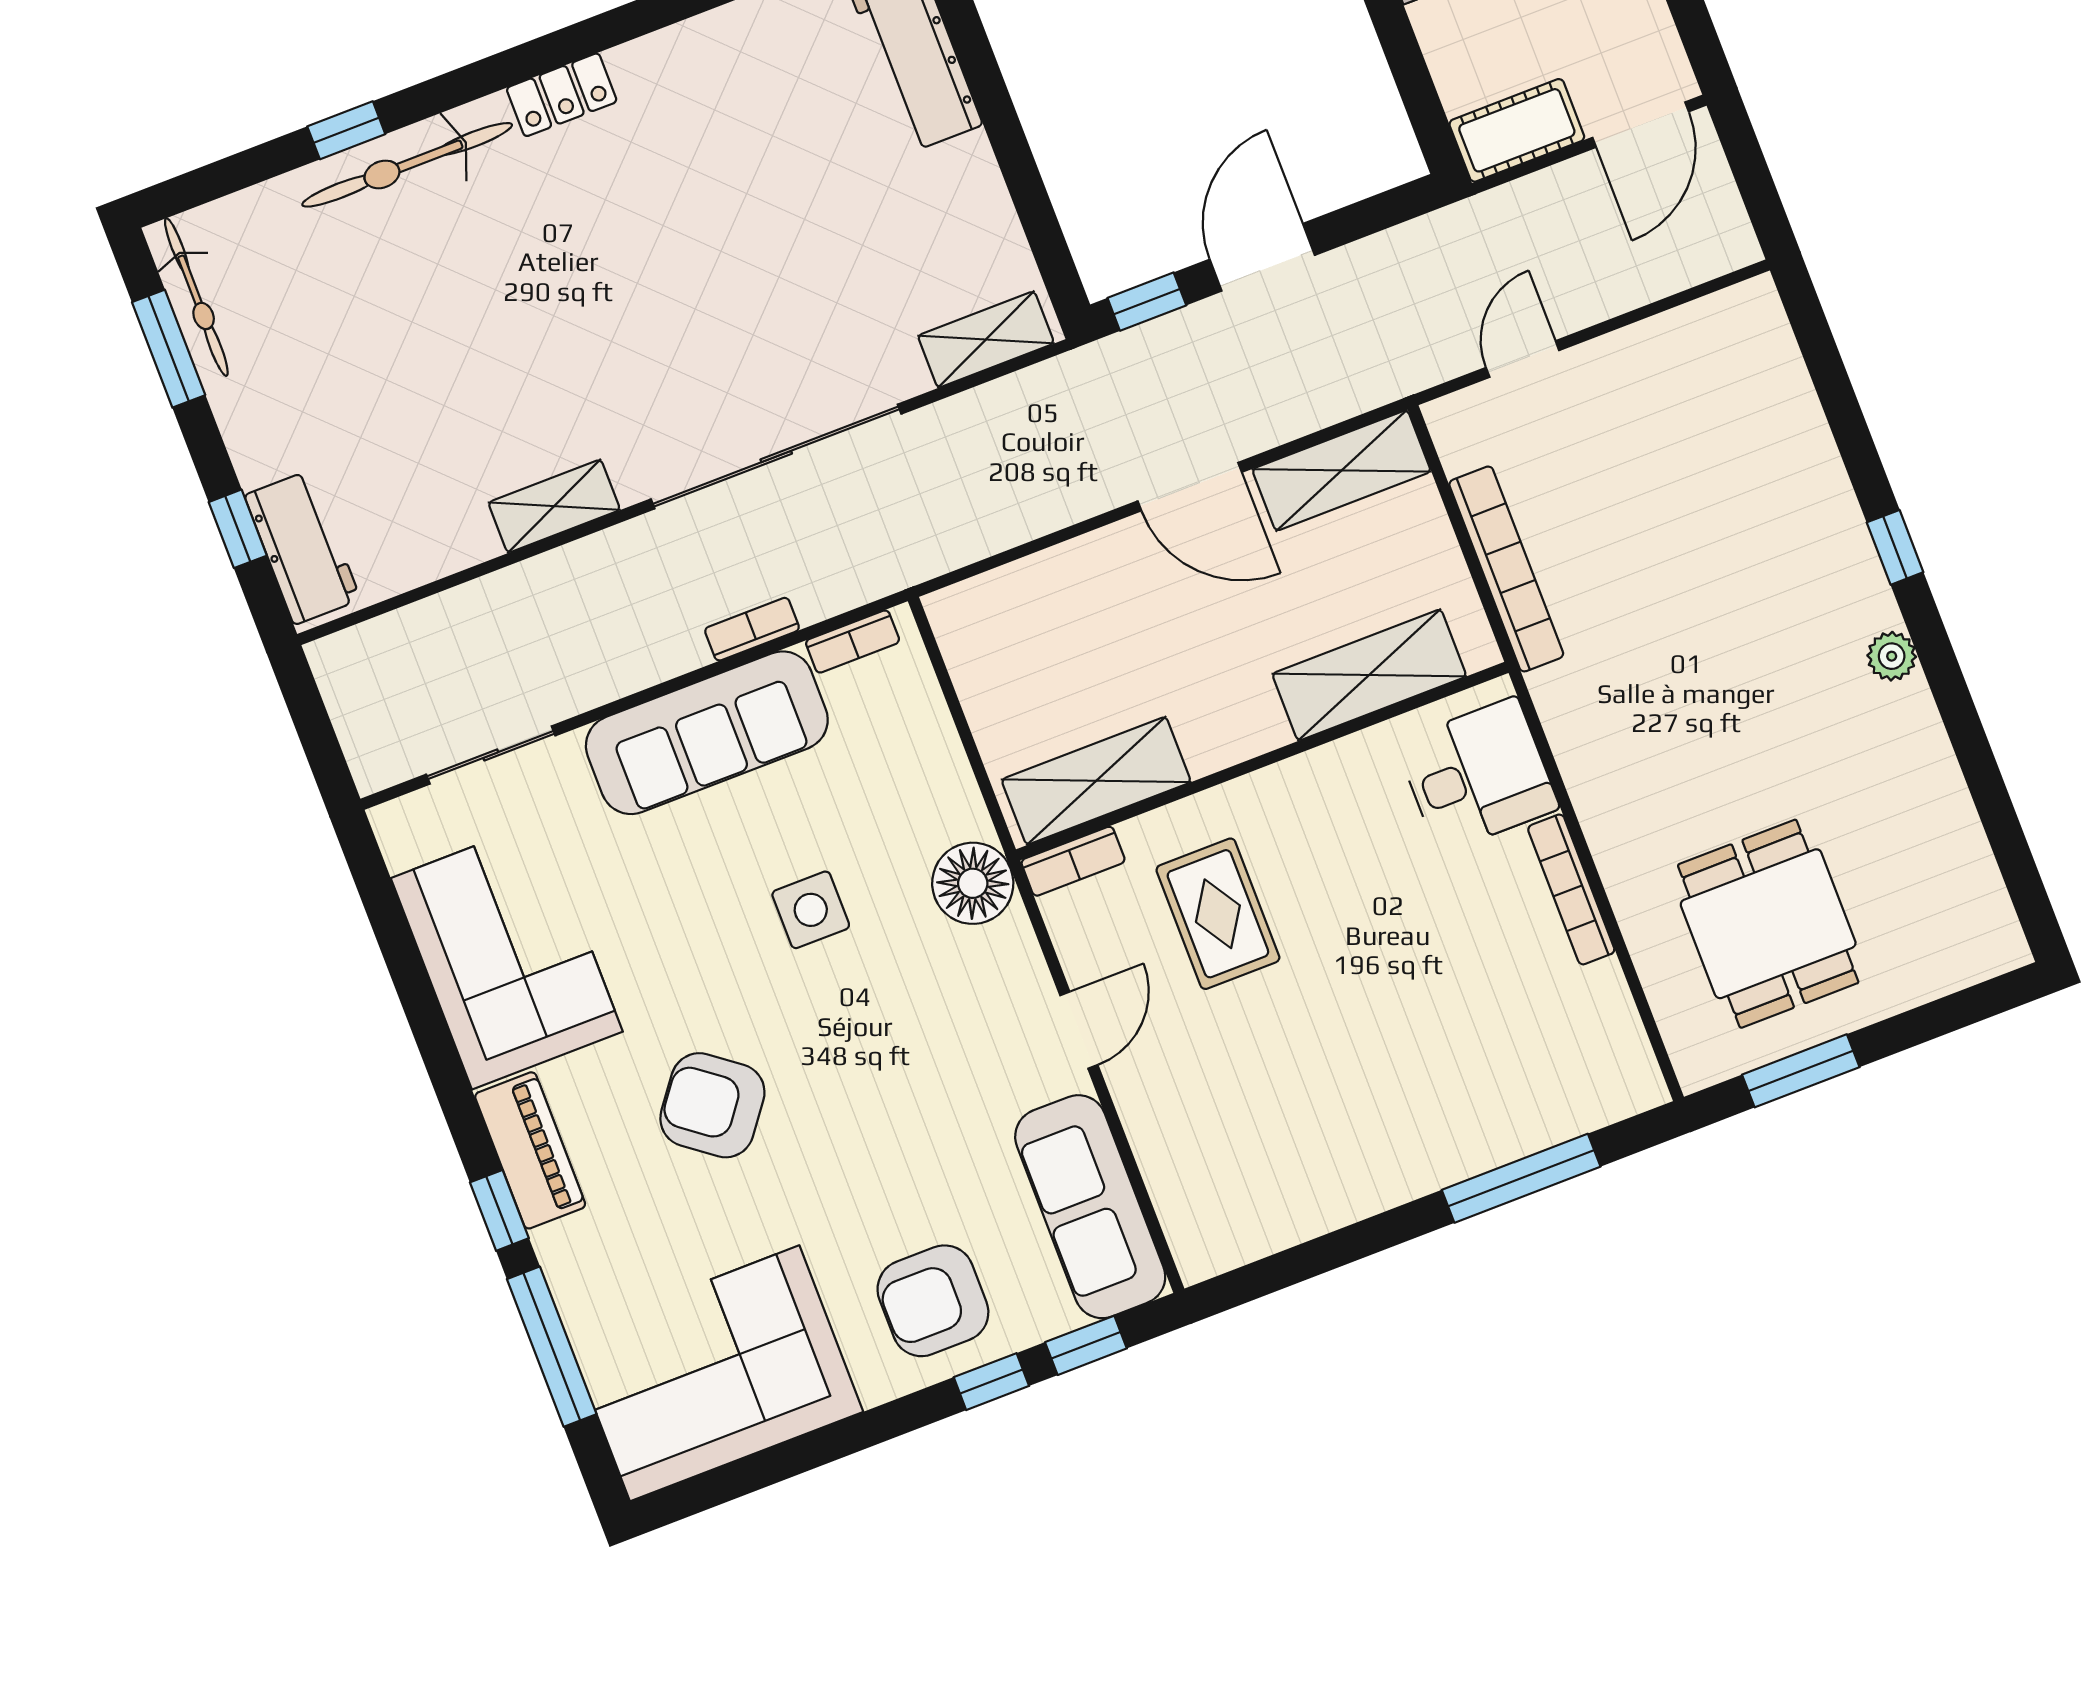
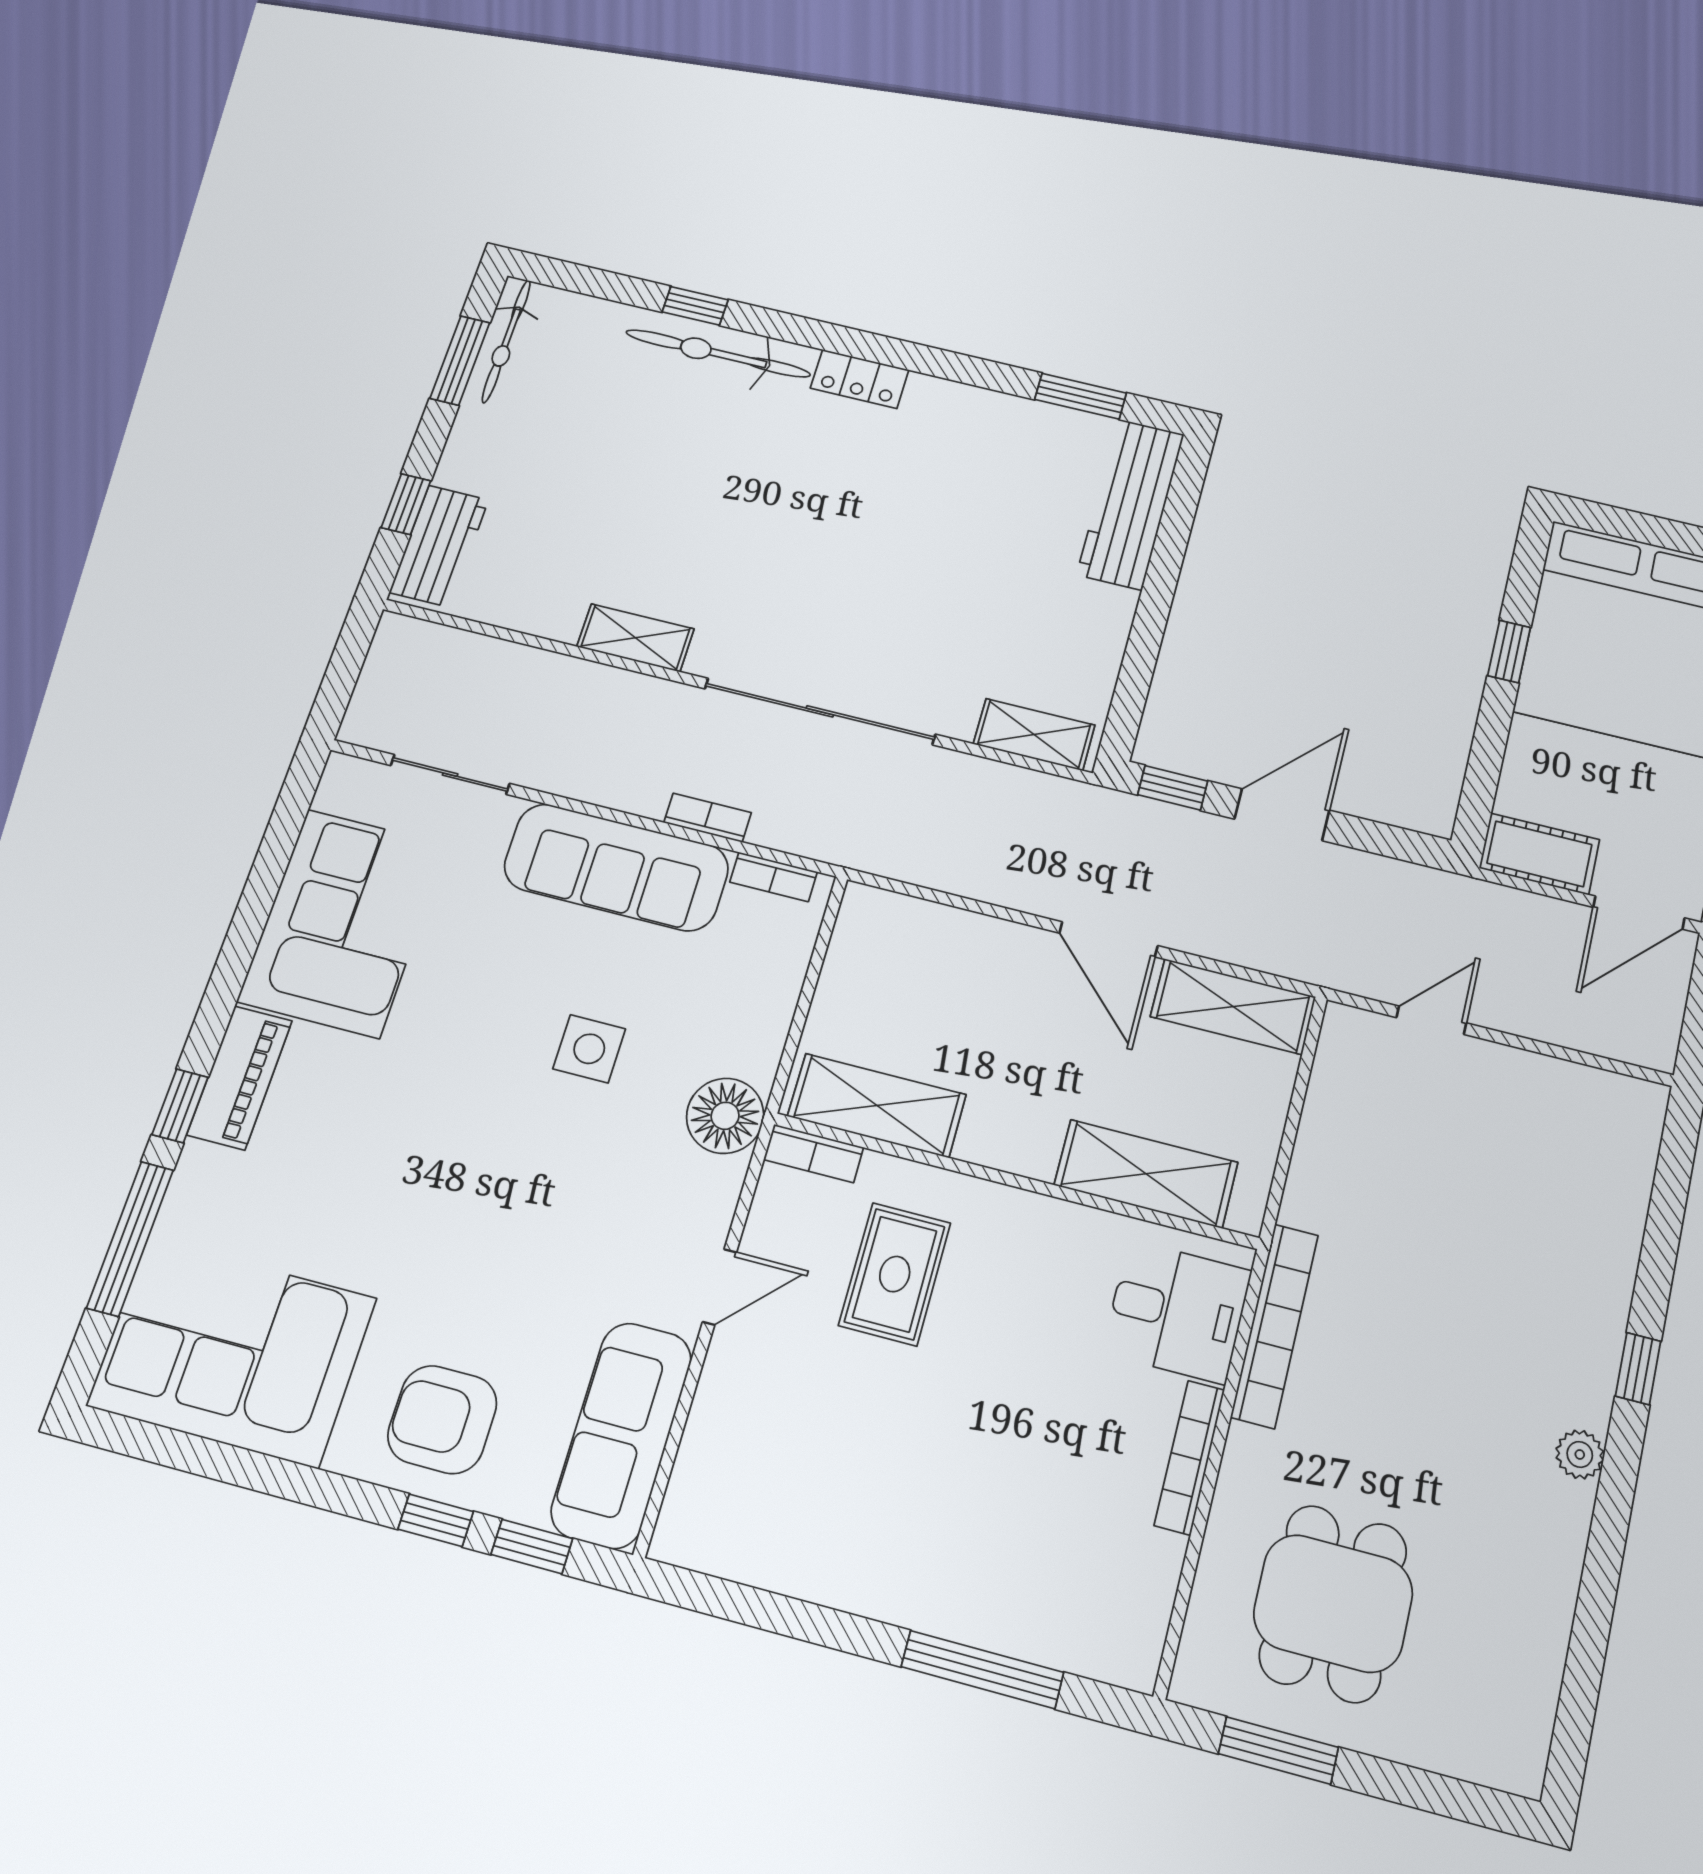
bookcase: (1506, 569) -> (1275, 1325), moved
armchair: (712, 1105) -> (400, 1142), removed

